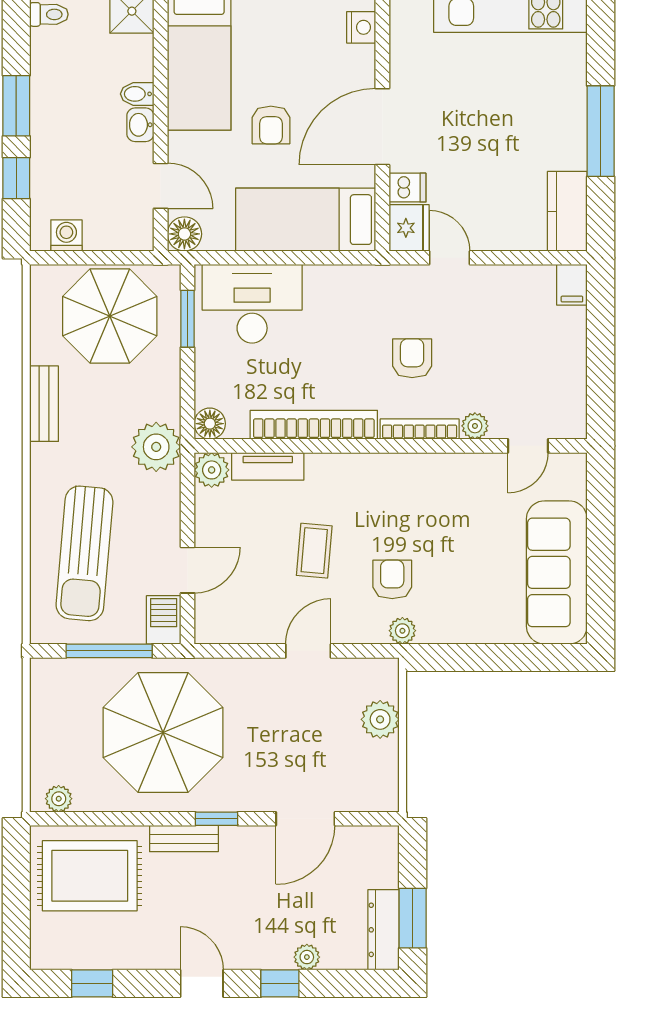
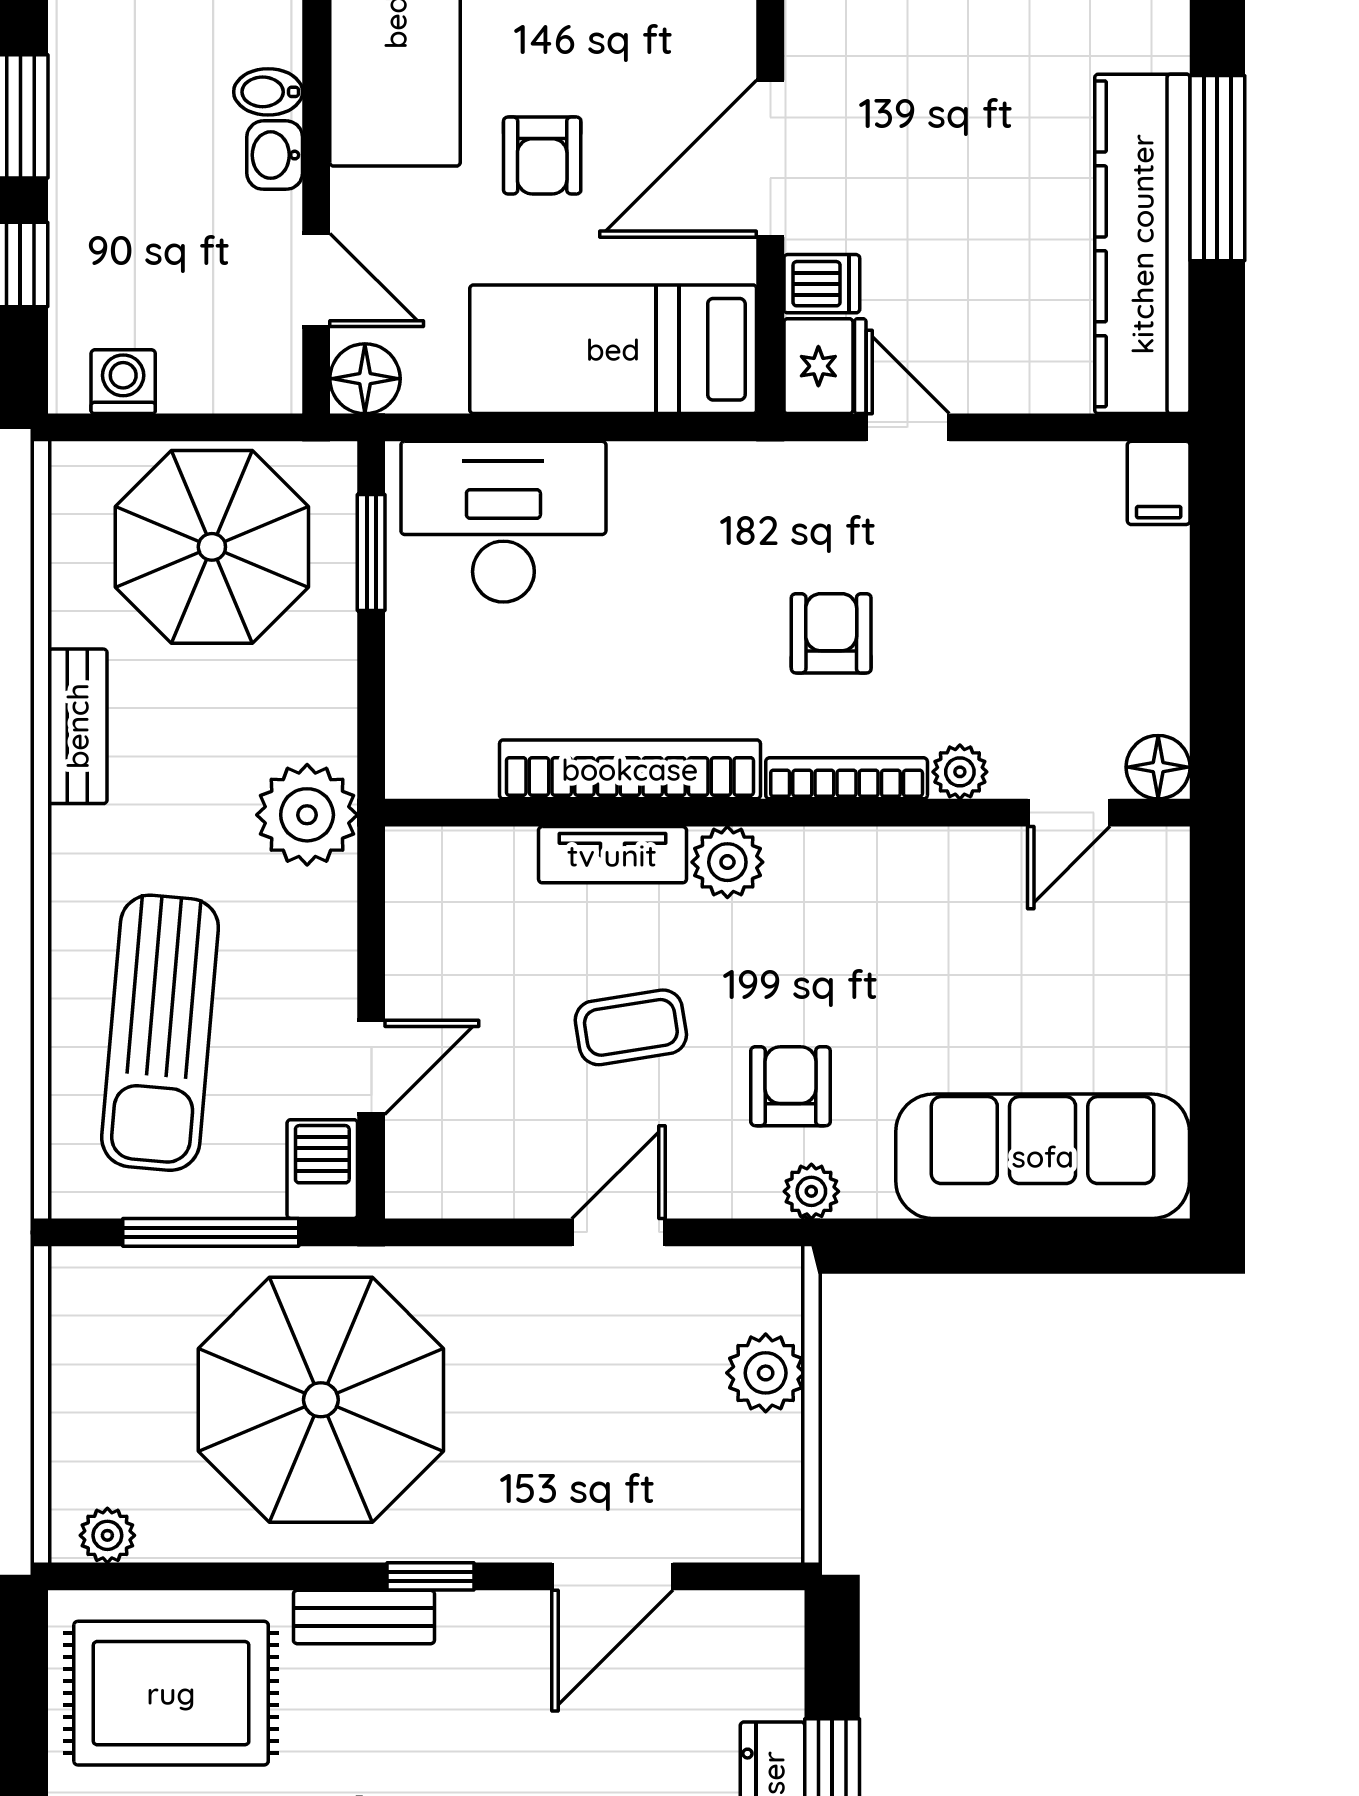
kitchen counter: (567, 211) -> (1142, 244), width x2.08, depth x1.17
floor lamp: (210, 424) -> (1158, 767), moved
tv unit: (268, 466) -> (612, 855), moved
plant: (212, 470) -> (727, 862), moved
coffee table: (314, 551) -> (631, 1027), turned 76
sofa: (557, 572) -> (1043, 1156), moved, turned 90

